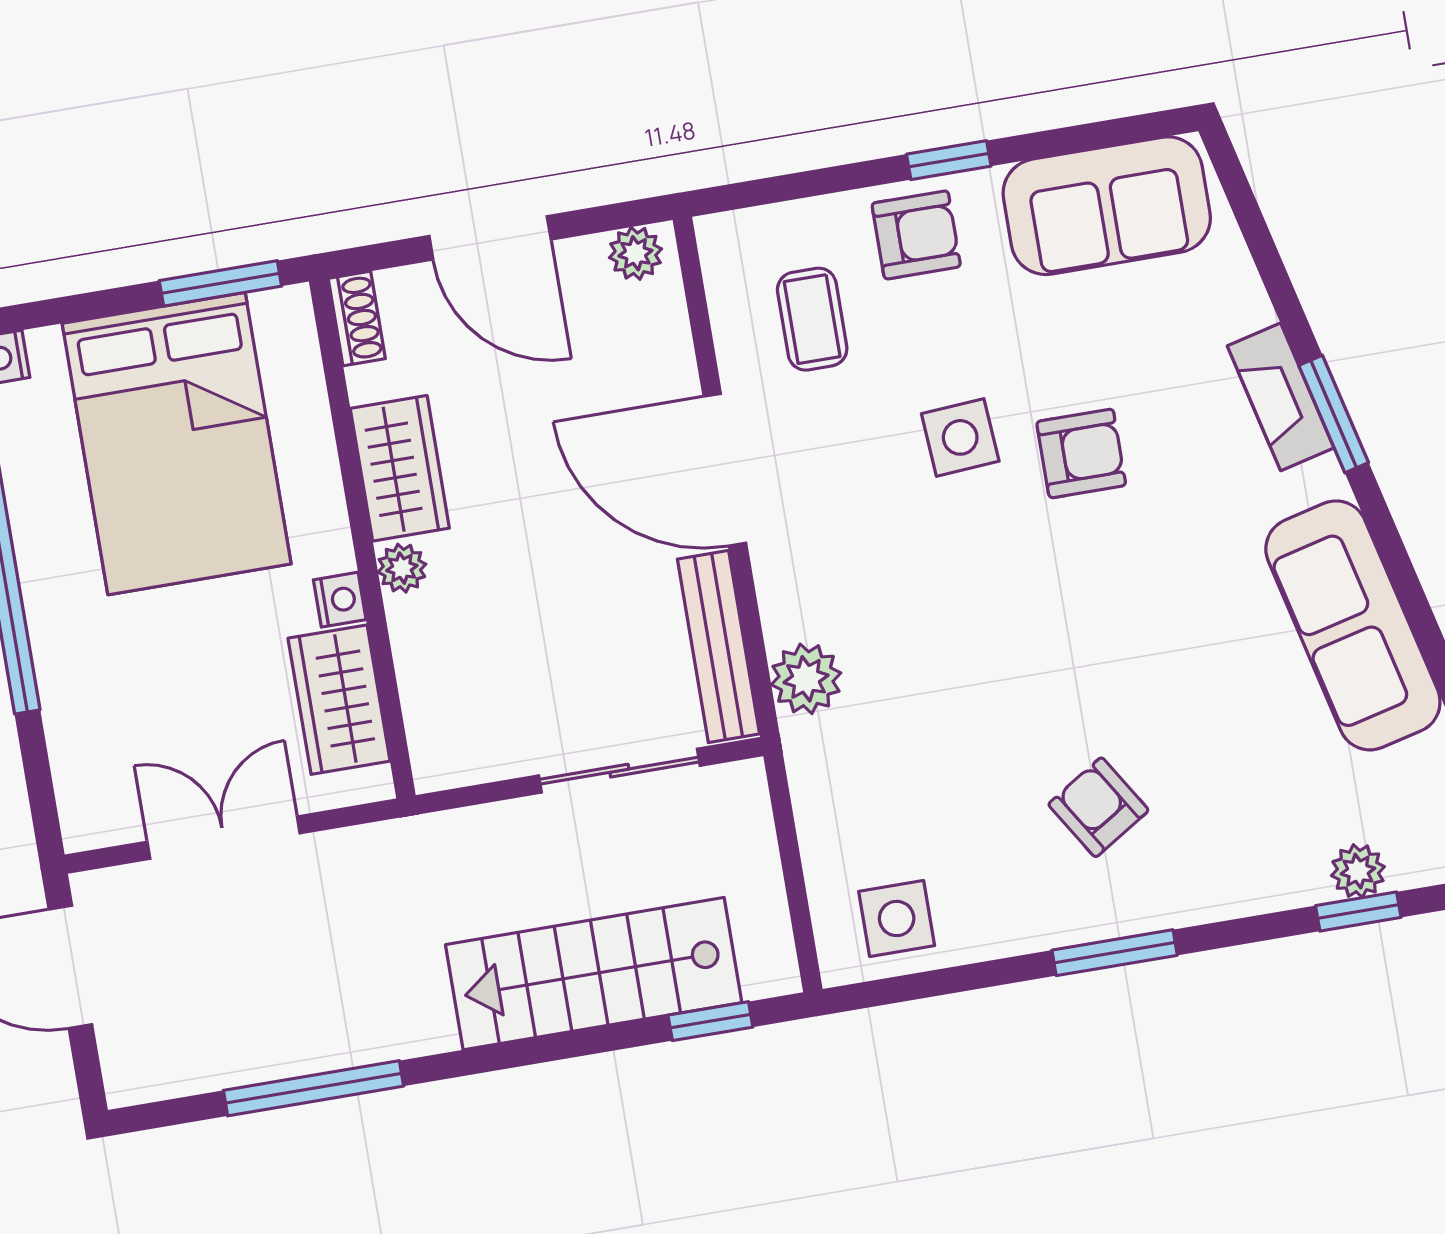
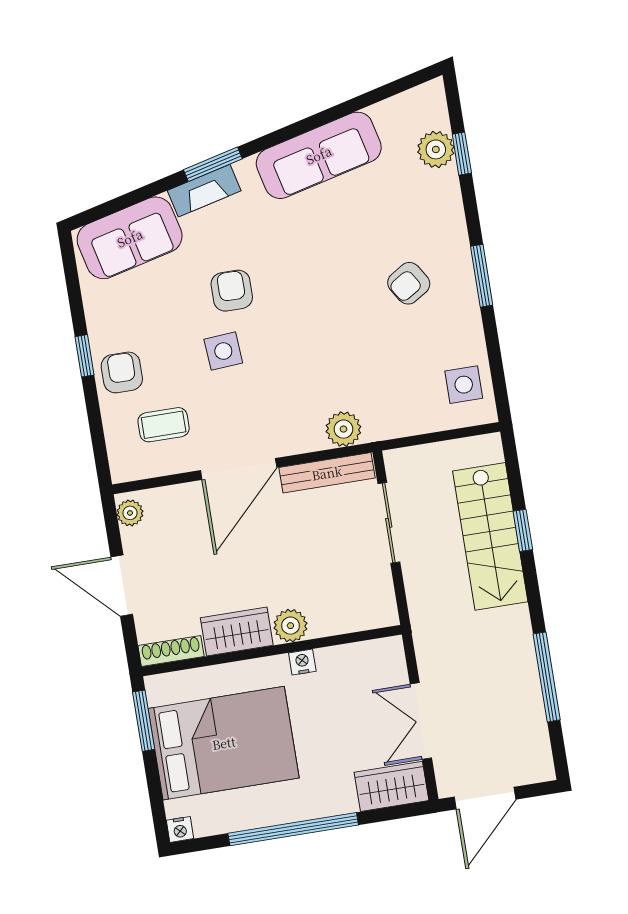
sofa: (1107, 206) -> (130, 238), moved, turned 76
door: (490, 238) -> (122, 586), swing flipped
shoe rack: (357, 318) -> (171, 651), width x1.43
plant: (402, 568) -> (290, 626), width x1.38, depth x1.38
wardrobe: (339, 700) -> (392, 786), moved, turned 180
plant: (1358, 871) -> (436, 149), width x1.38, depth x1.38
window: (710, 1021) -> (523, 530), moved

